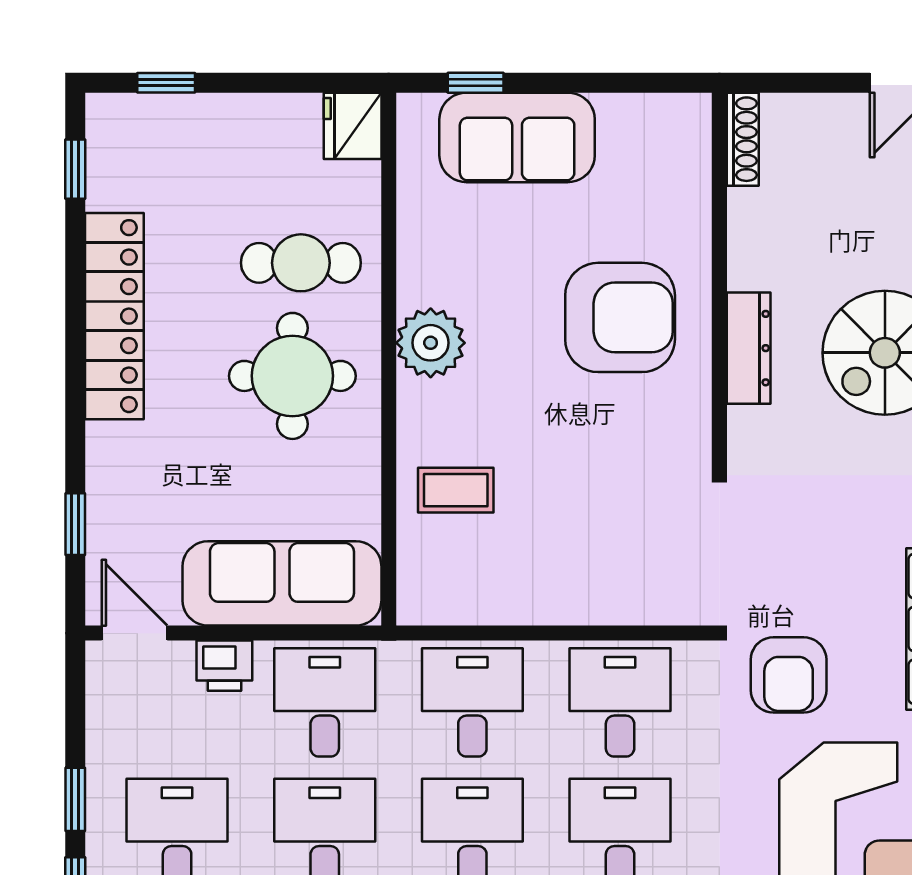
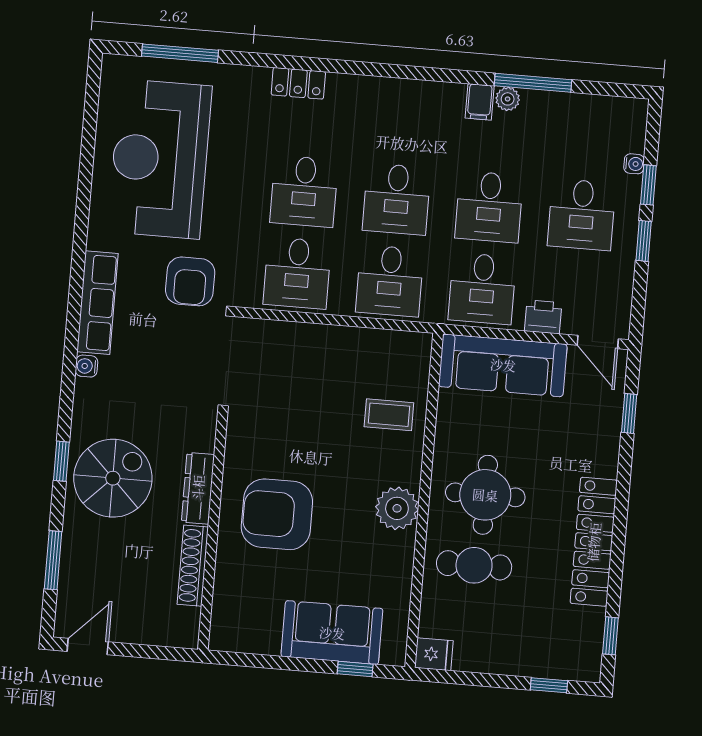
fridge: (353, 126) -> (434, 654), width x0.72
shoe rack: (743, 139) -> (193, 566), moved, width x1.36, depth x1.24
armchair: (789, 675) -> (190, 281), turned 180

